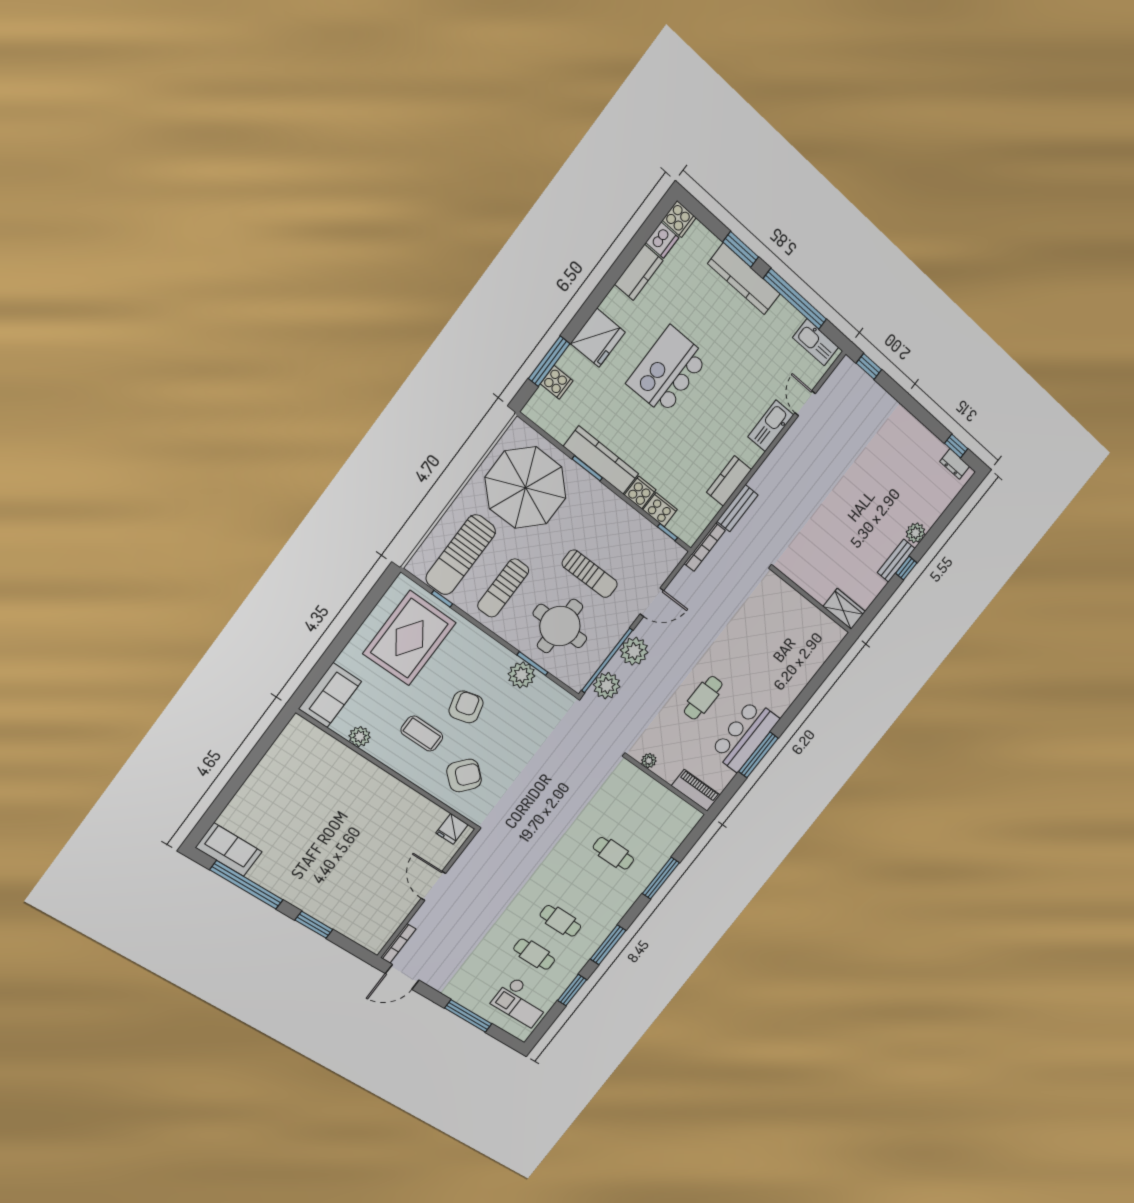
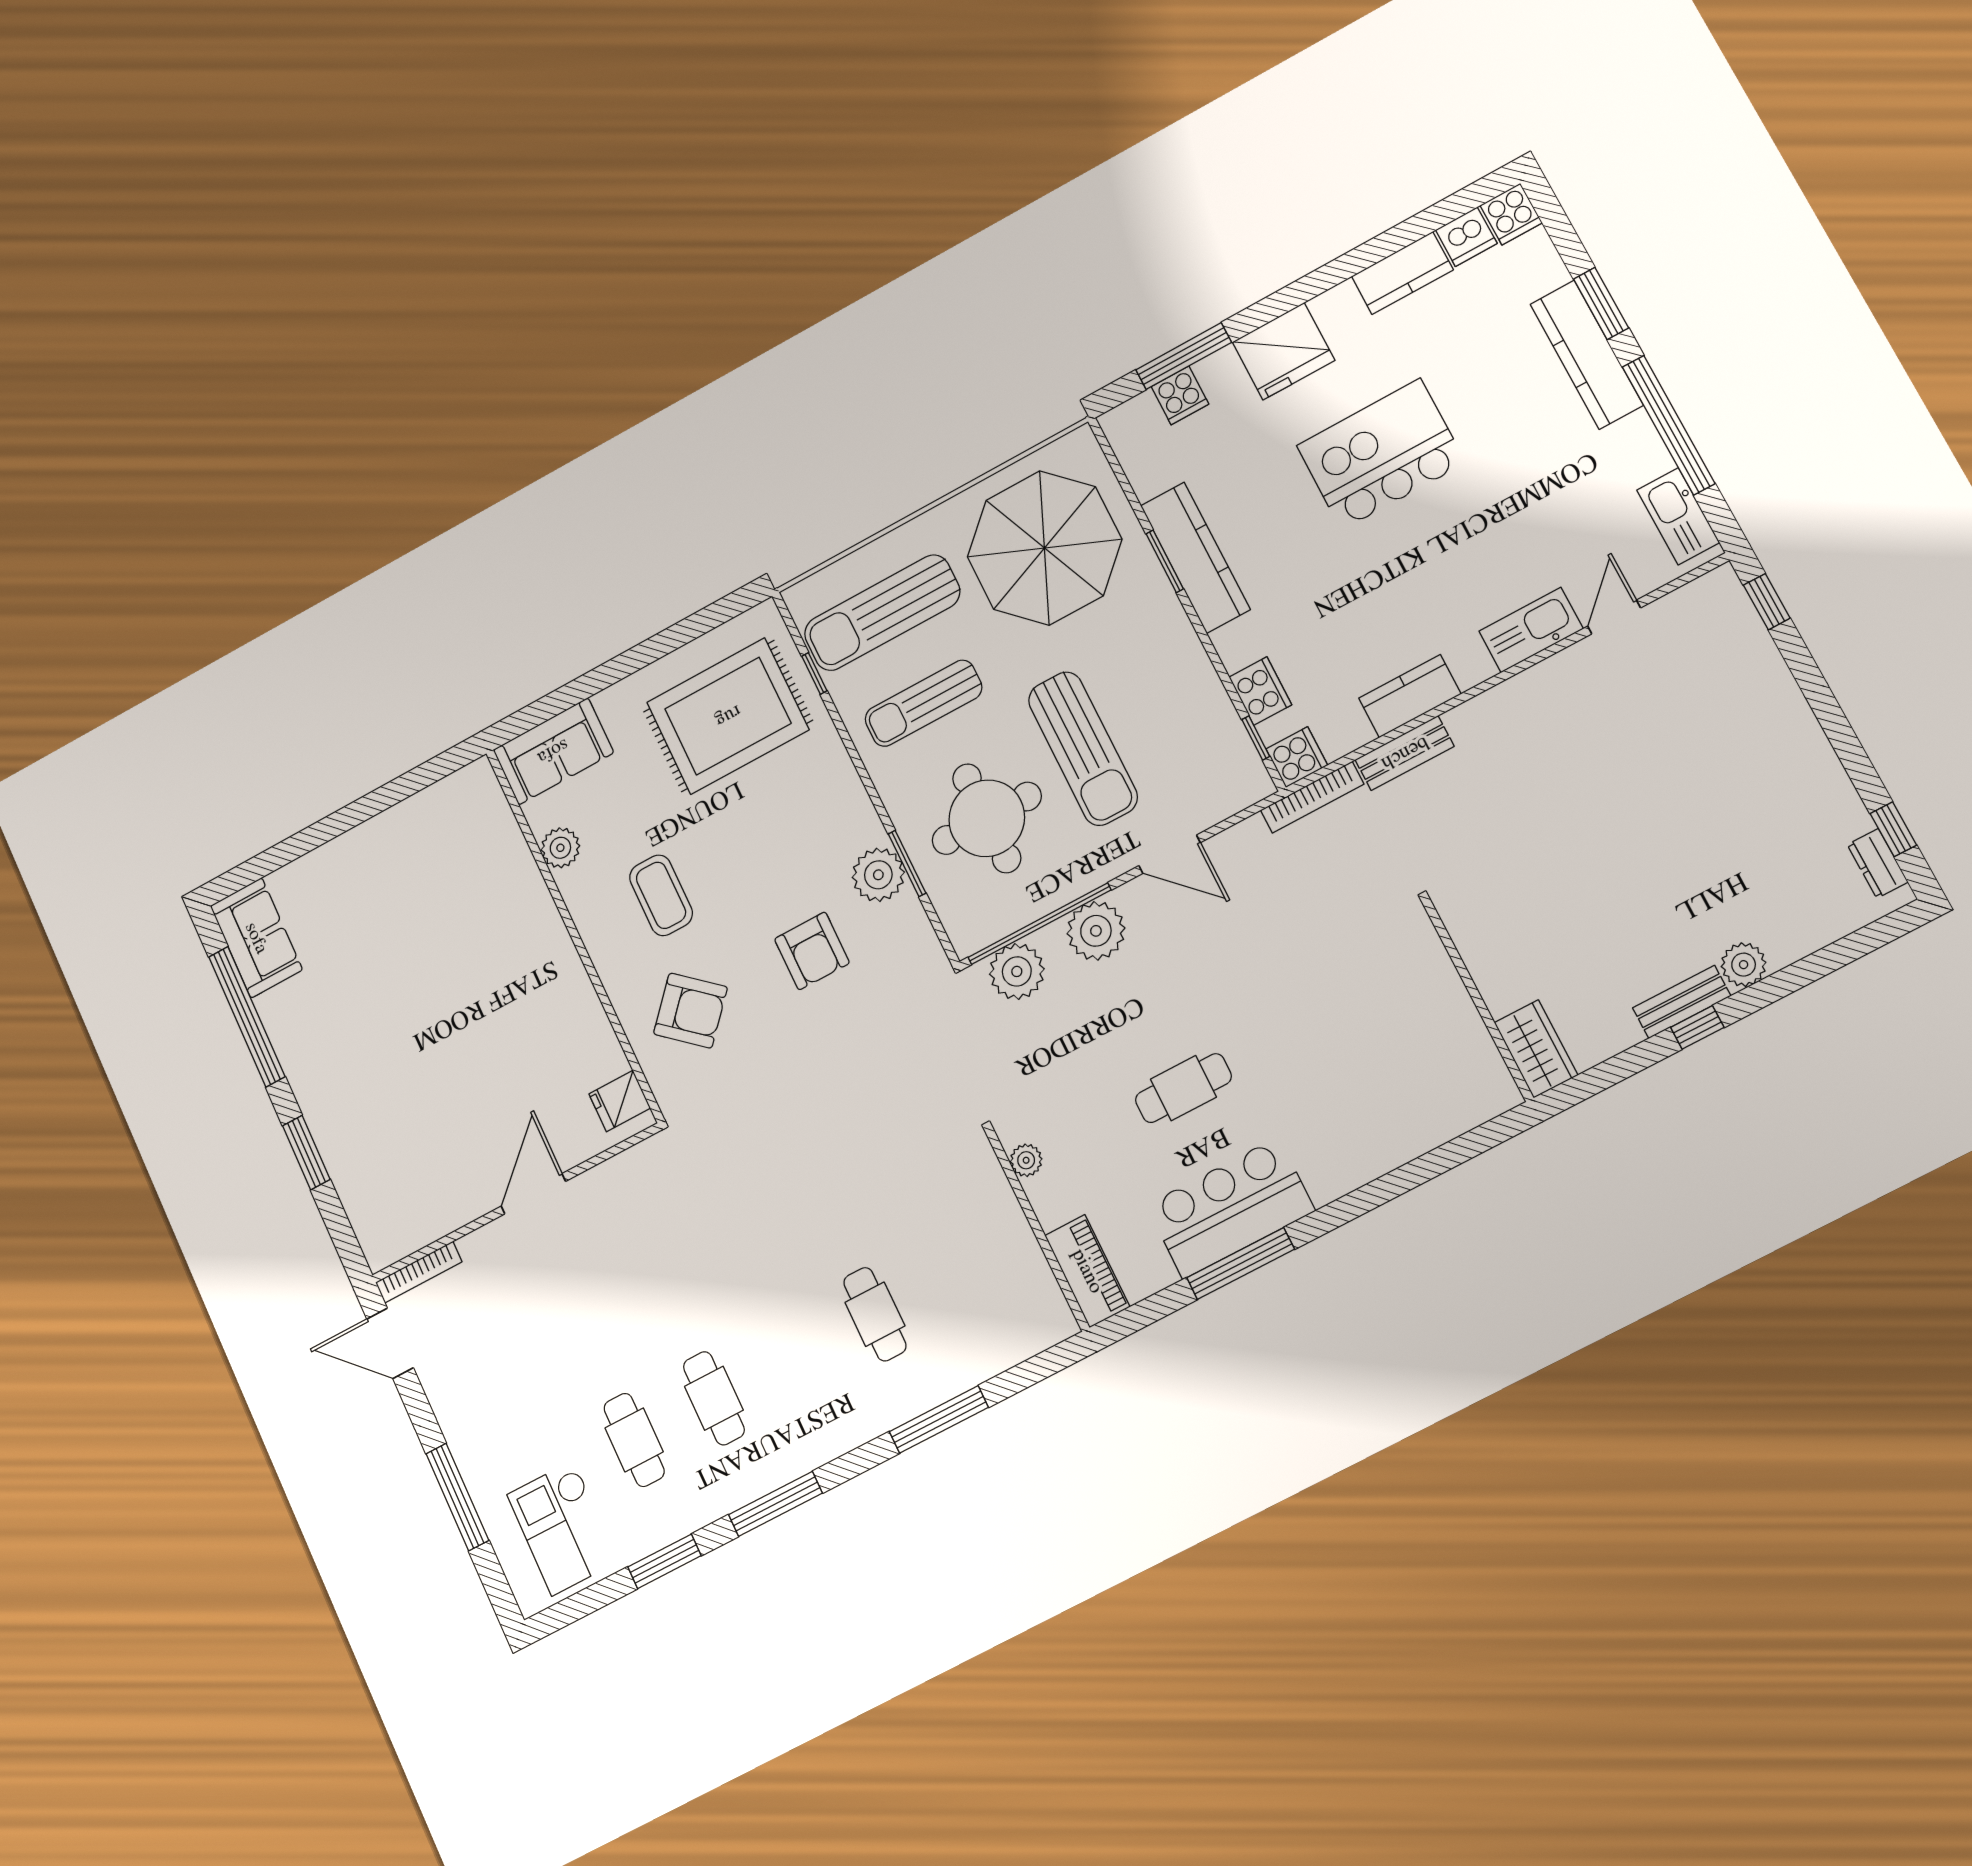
cooker: (640, 492) -> (1297, 757), moved
sun lounger: (590, 574) -> (1083, 749), width x1.36, depth x1.34
armchair: (466, 707) -> (812, 951), moved, turned 105

